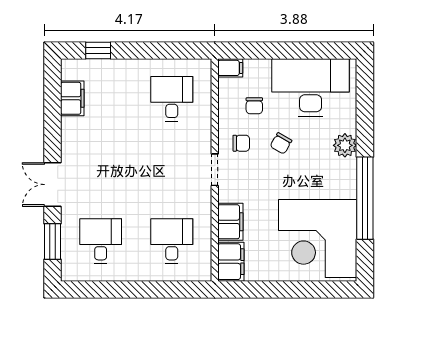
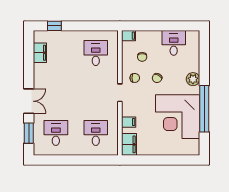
desk: (311, 88) -> (174, 43), width x0.53, depth x0.77
double door: (52, 185) -> (29, 101), swing flipped
filing cabinet: (230, 222) -> (129, 122), width x0.50
corner desk: (318, 239) -> (178, 117), moved

